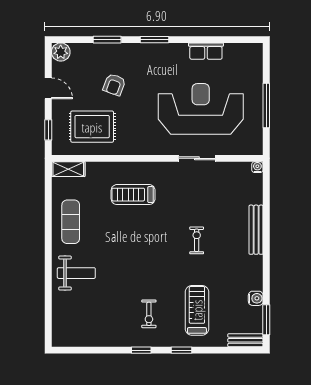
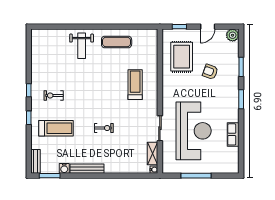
shelving: (68, 169) -> (153, 153), moved
bench: (256, 230) -> (87, 169), moved

